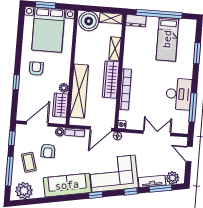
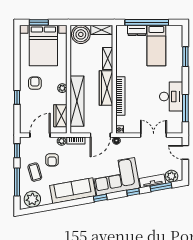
dresser: (136, 21) -> (137, 30), moved
plant: (64, 88) -> (62, 88), moved

